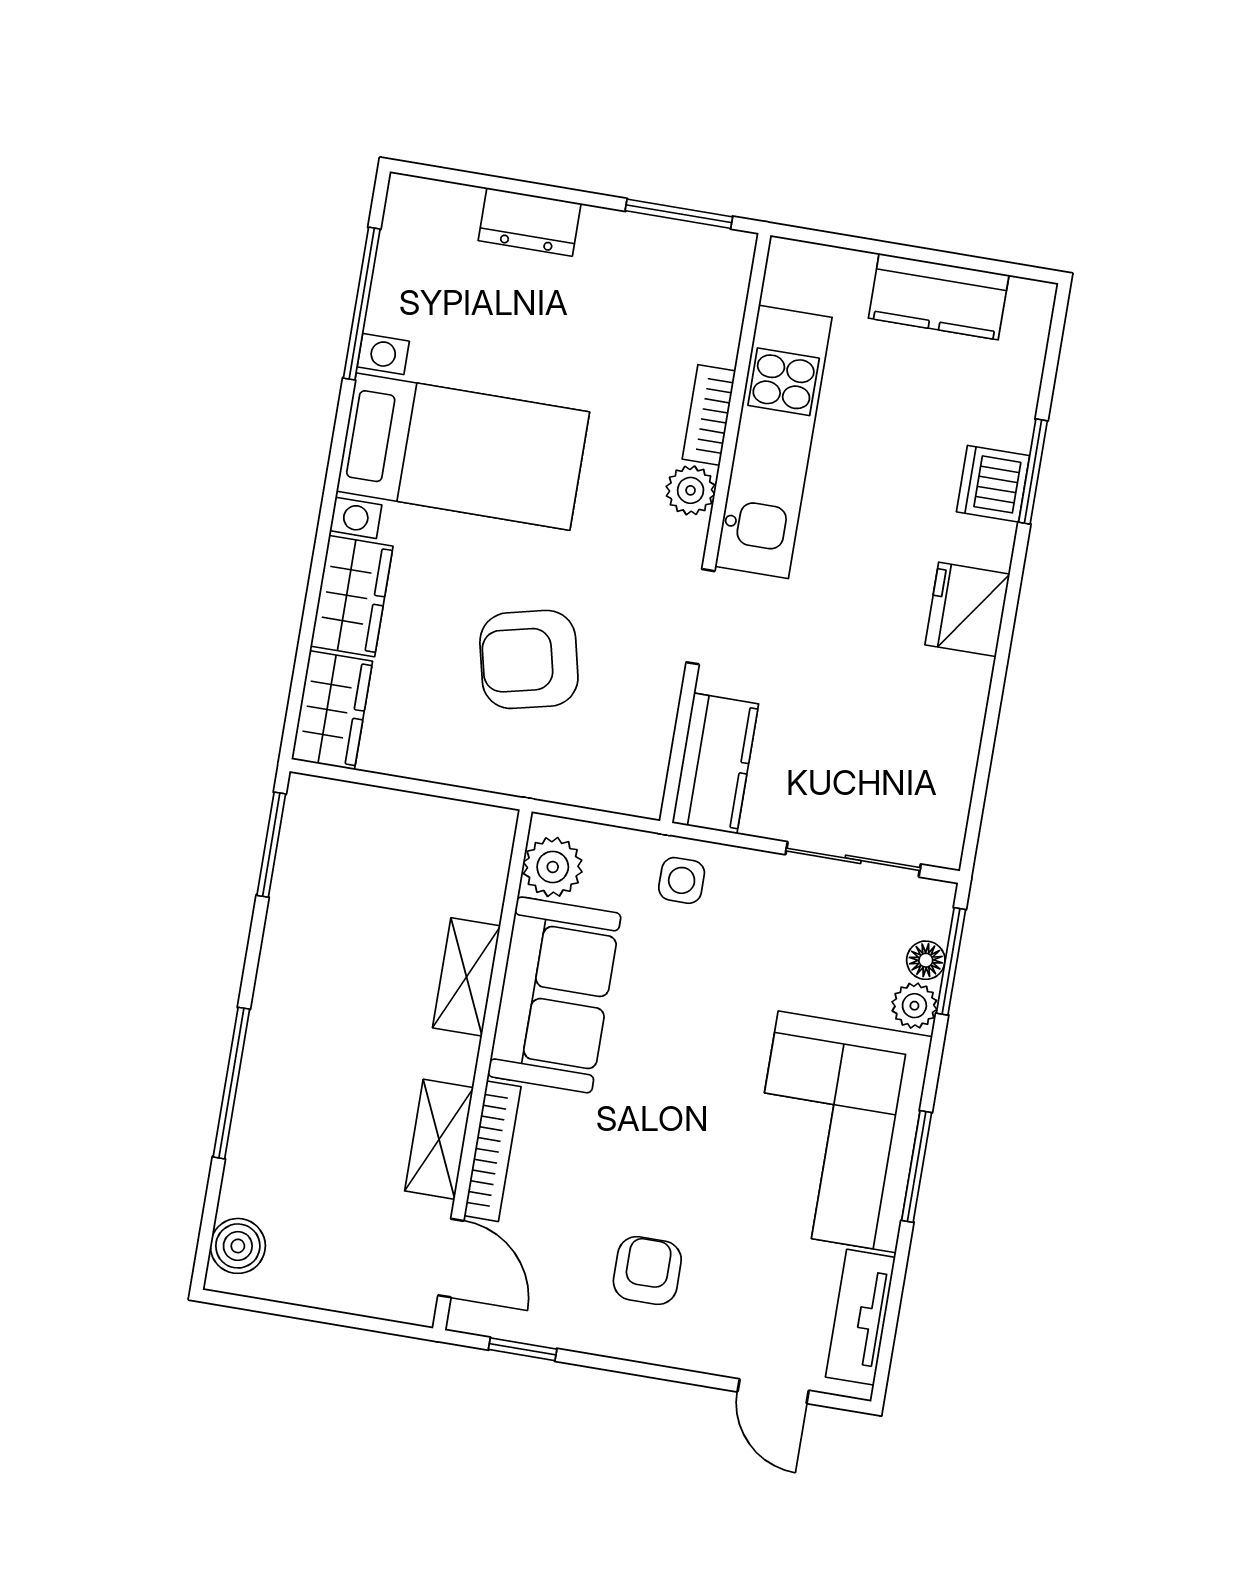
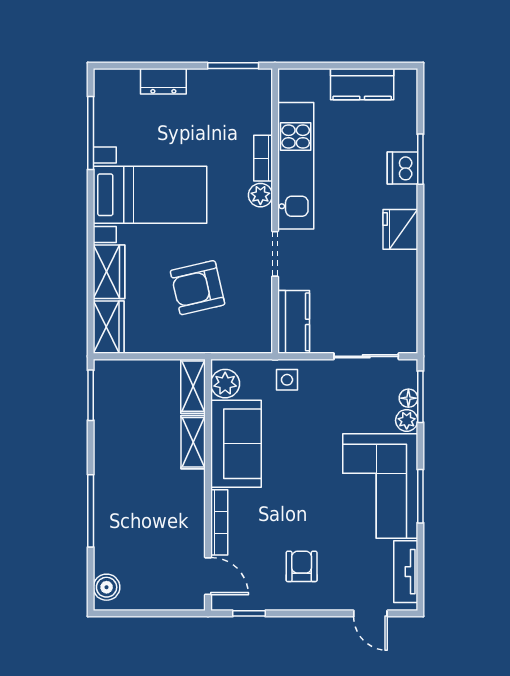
shelving: (439, 1139) -> (193, 386), moved

